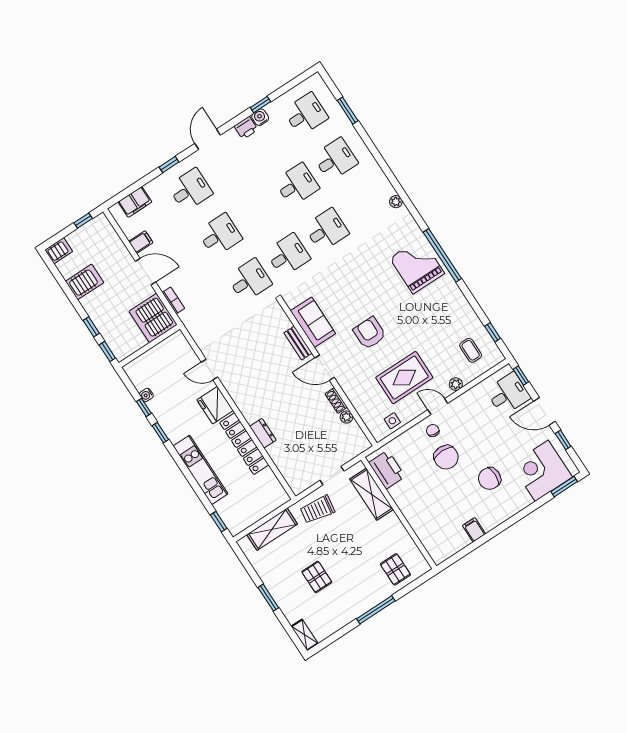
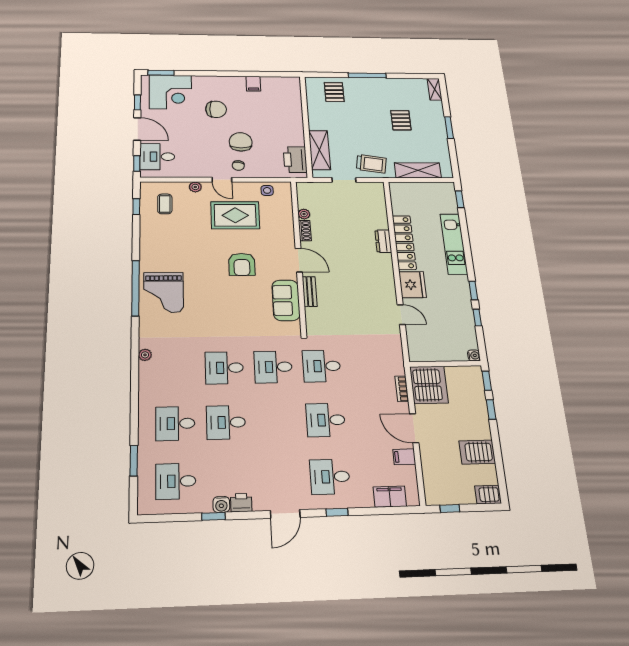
water cooler: (146, 395) -> (474, 355), moved

